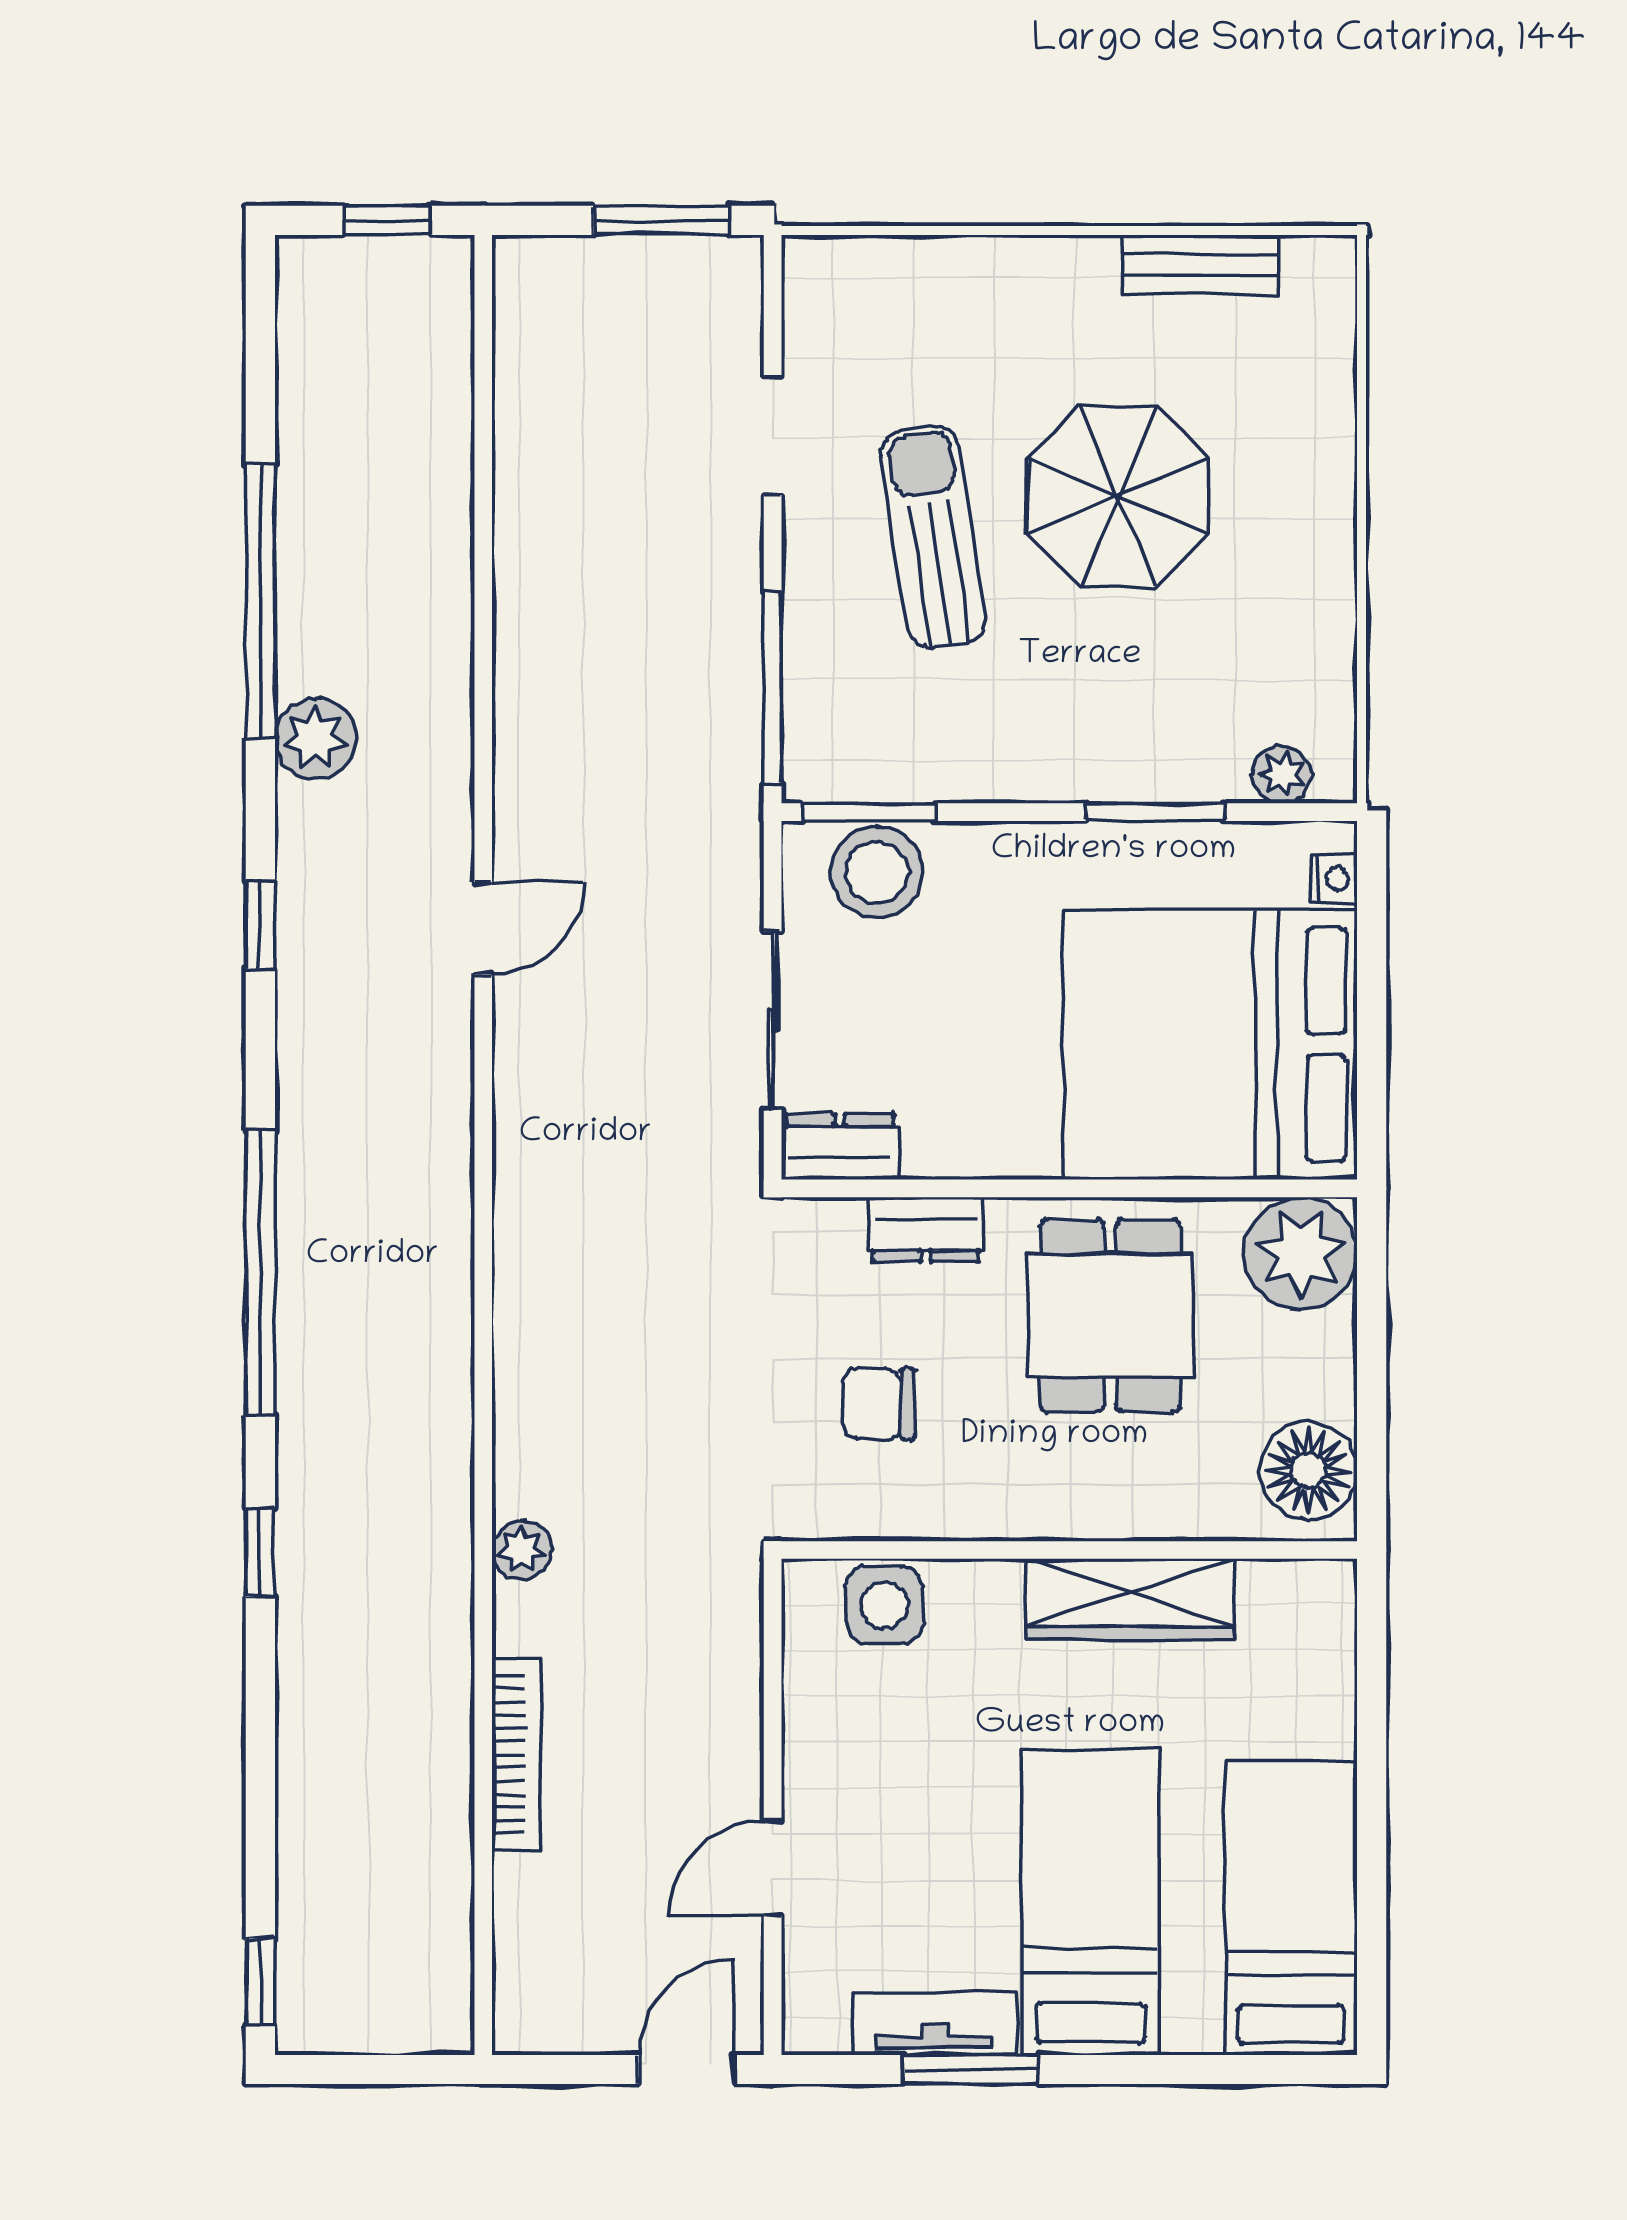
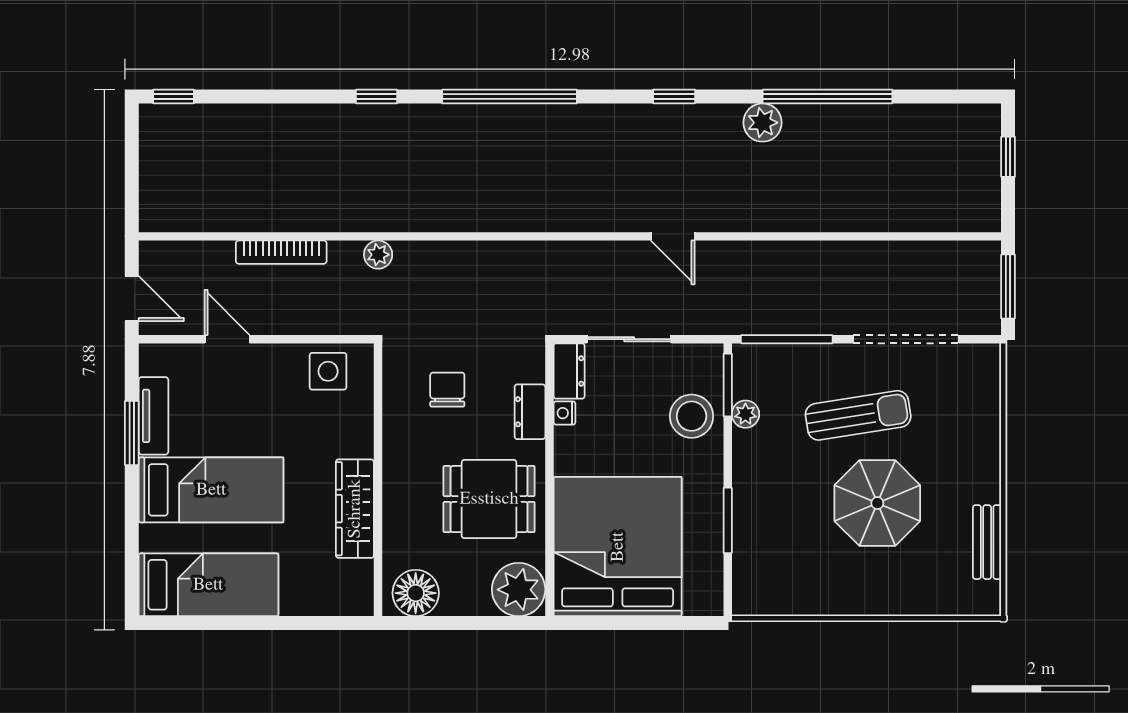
doorway: (773, 436) -> (906, 339), width x1.87
plant: (1282, 775) -> (745, 414), moved
stool: (877, 872) -> (692, 416), moved
nightstand: (1334, 879) -> (564, 413), moved, turned 90
door: (483, 928) -> (673, 236), moved
wall: (483, 1145) -> (570, 236), moved
plant: (522, 1550) -> (378, 255), moved
side table: (884, 1605) -> (328, 371), moved
bookcase: (516, 1754) -> (281, 252), moved

